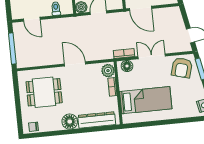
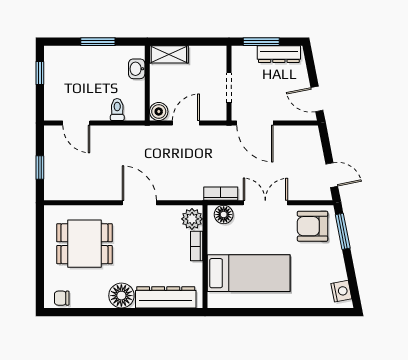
window: (12, 49) -> (40, 167), width x0.46
armchair: (182, 68) -> (313, 226), turned 74

